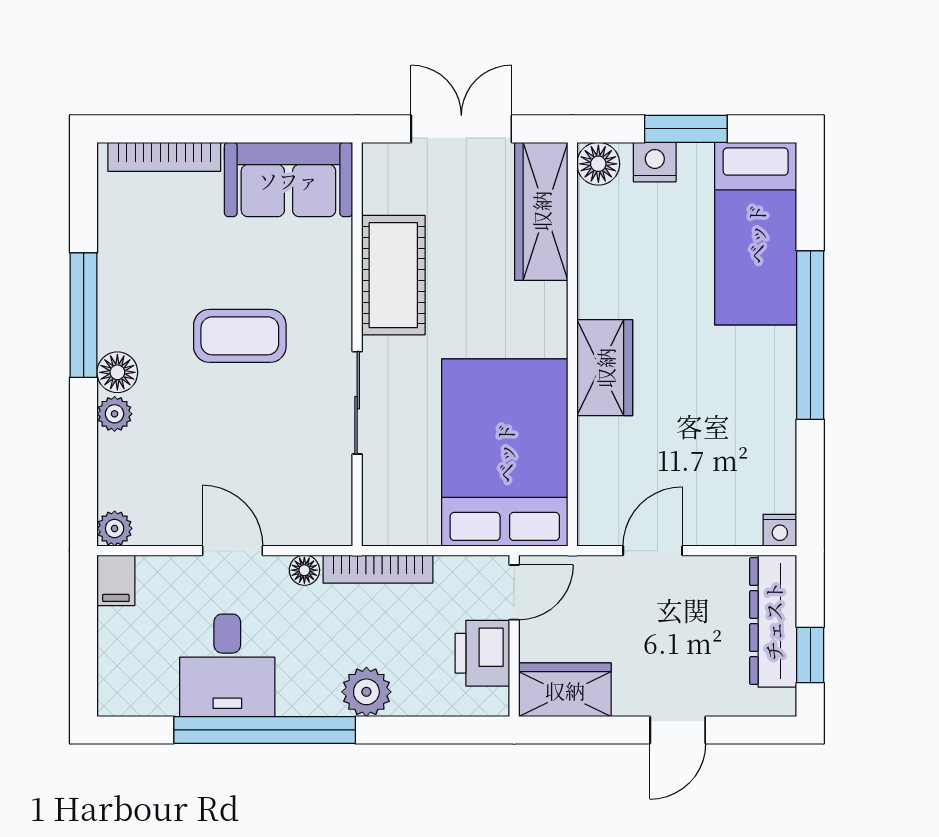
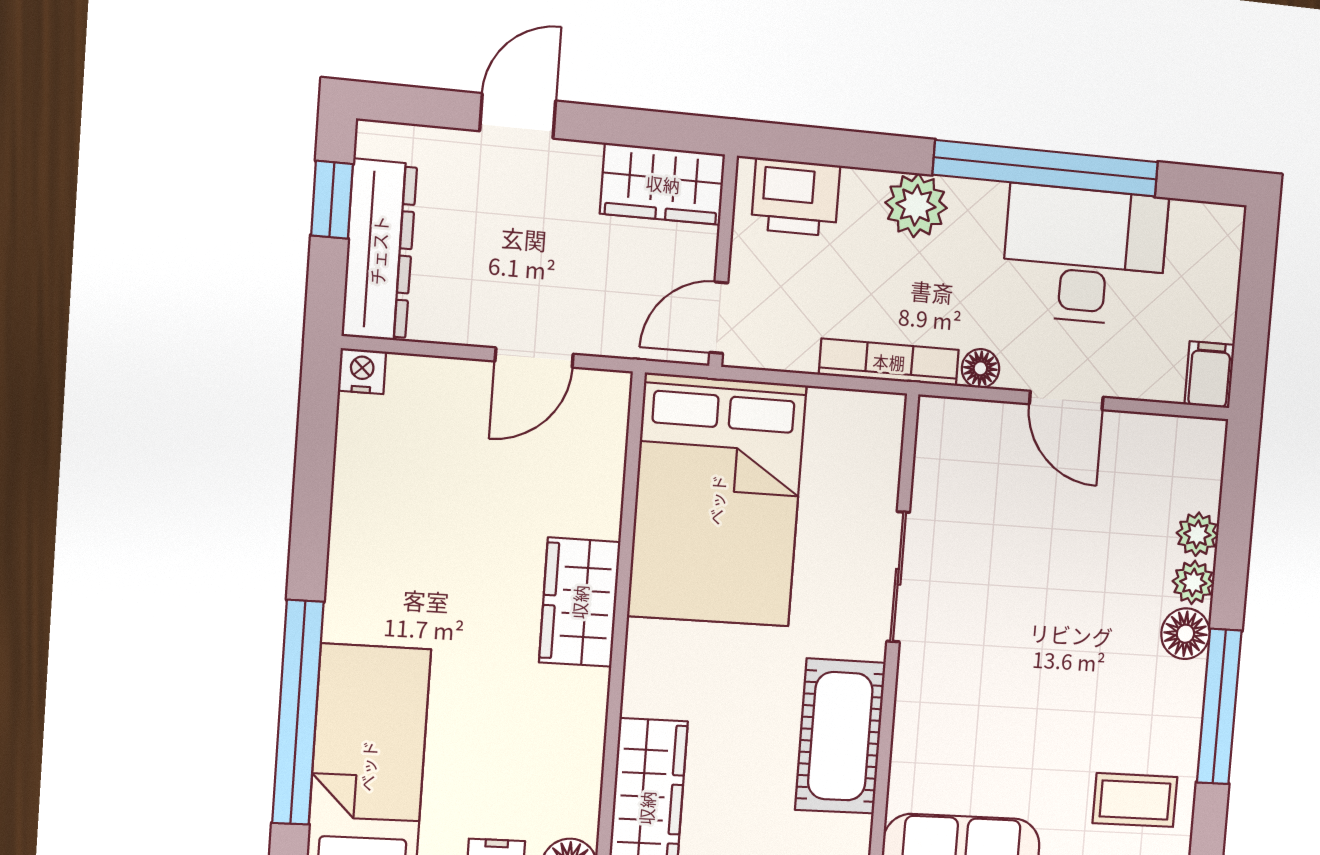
window: (810, 335) -> (298, 713), moved
coffee table: (240, 336) -> (1135, 800), moved, width x0.73, depth x0.77
plant: (115, 528) -> (1197, 534), moved
printer: (482, 653) -> (796, 197), moved, turned 90
desk: (227, 665) -> (1085, 255), width x1.37

